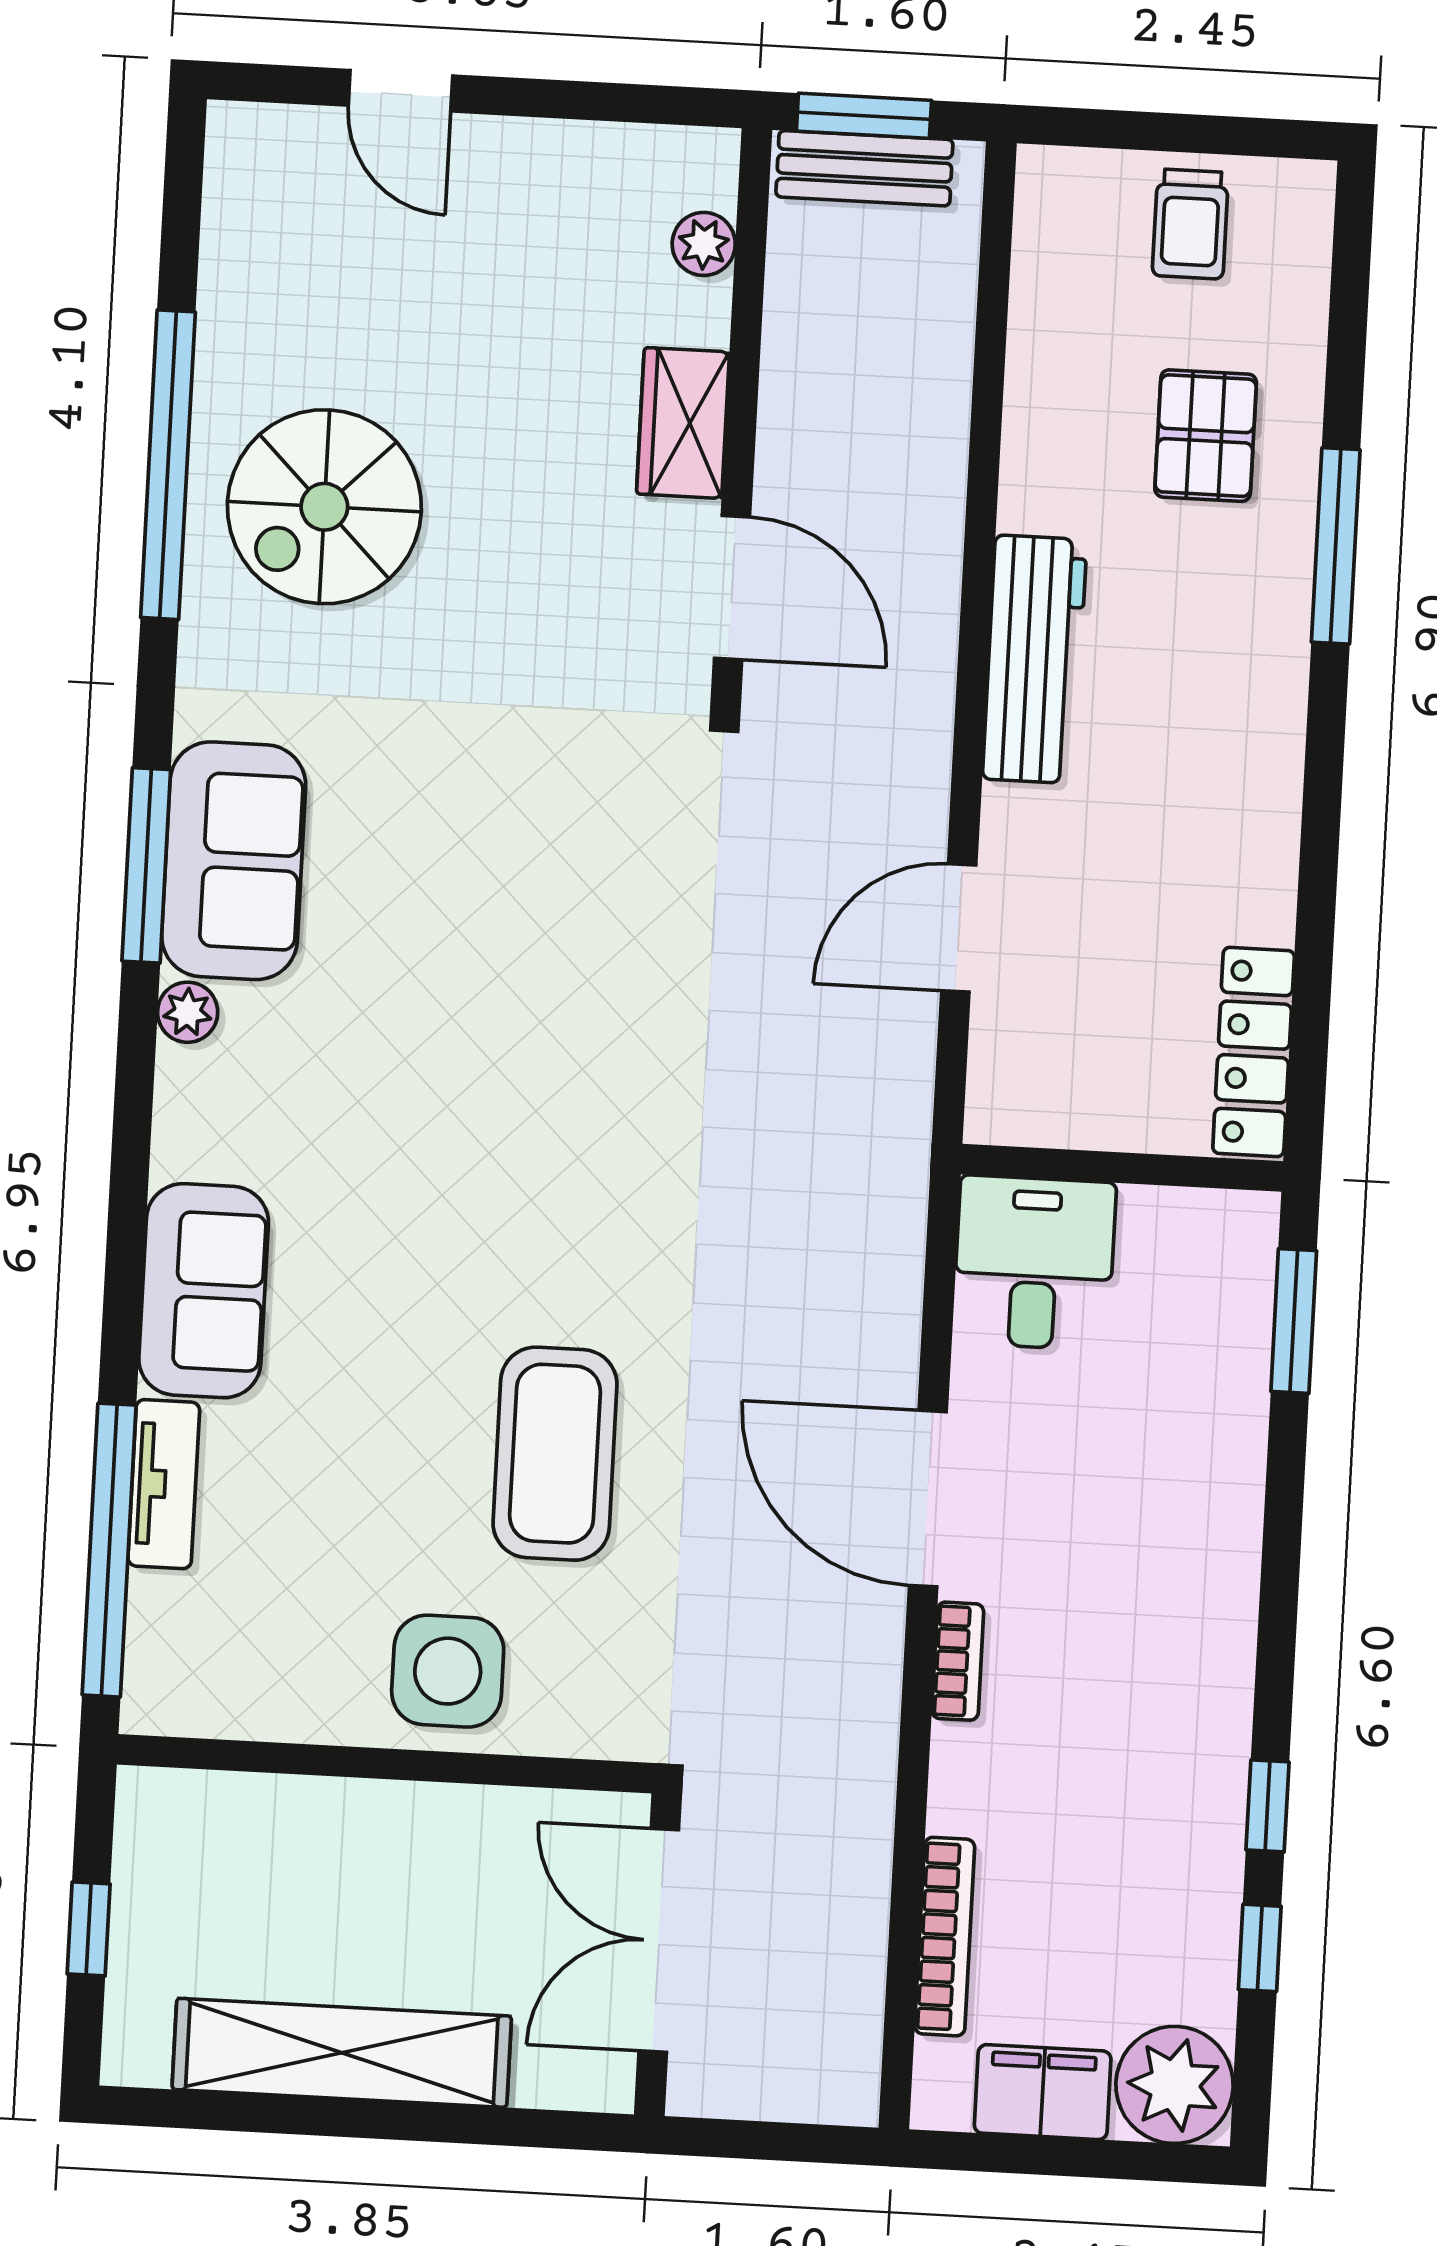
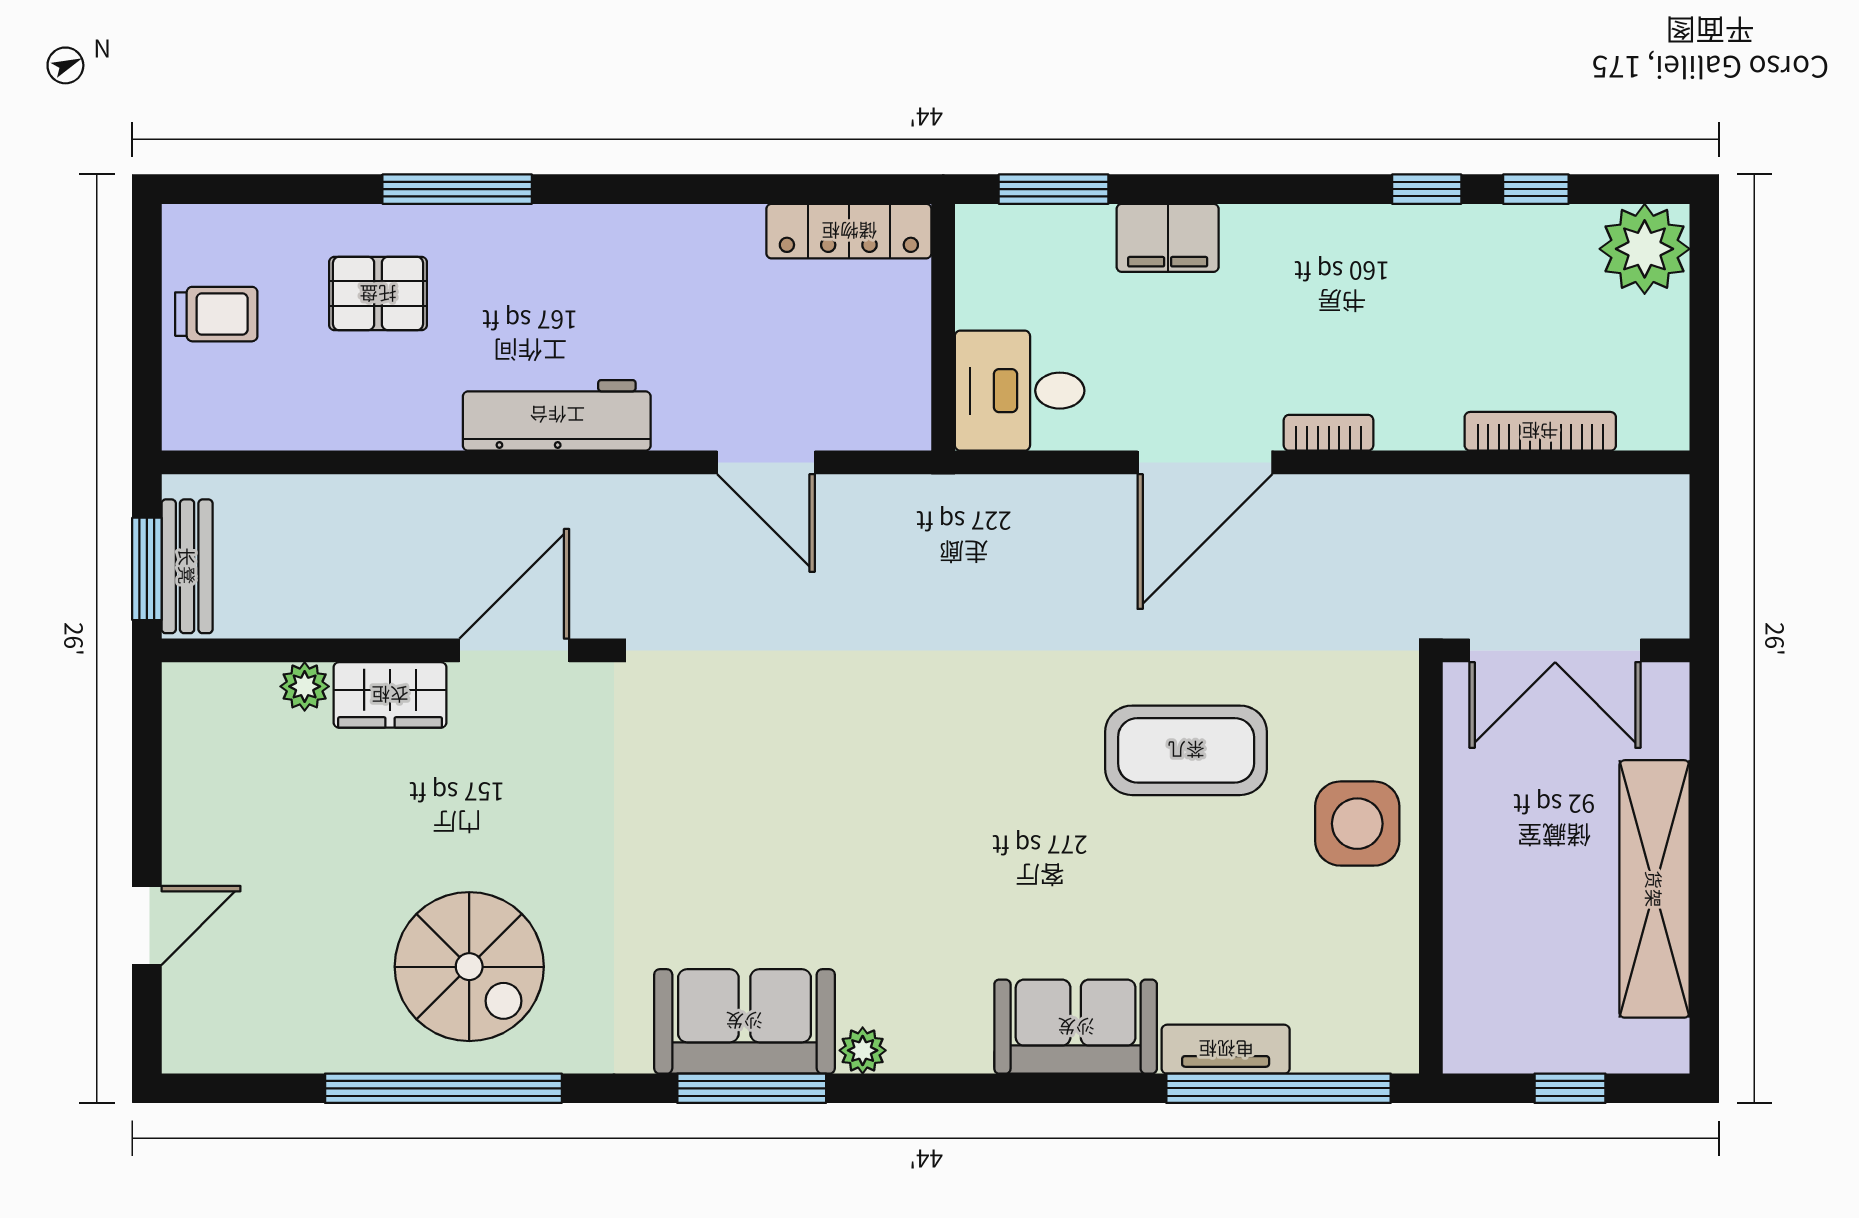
plant: (704, 244) -> (305, 686), moved
filing cabinet: (1043, 2092) -> (1168, 238), moved, turned -90

